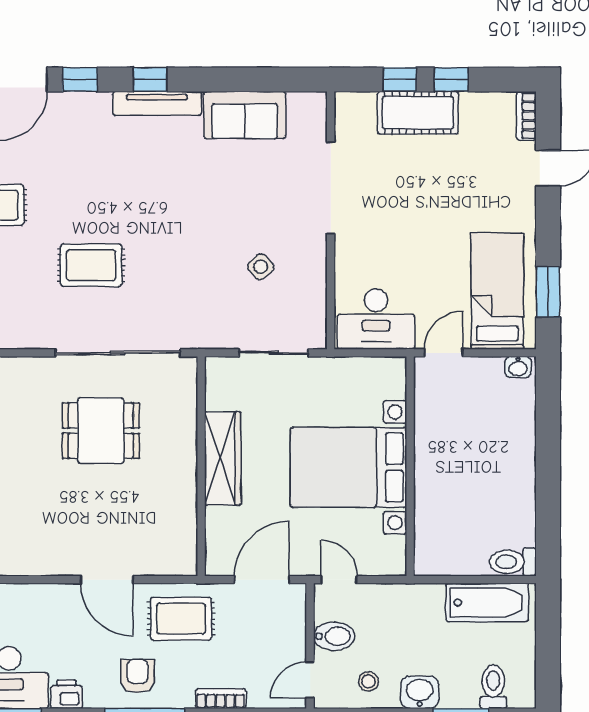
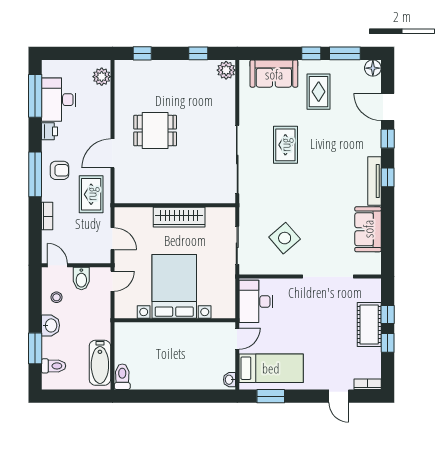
side table: (261, 267) -> (285, 238), width x1.87, depth x1.87
door: (444, 353) -> (237, 339), hinge flipped
dining table: (101, 431) -> (155, 131), moved, turned 90
door: (262, 580) -> (113, 239), width x0.73

